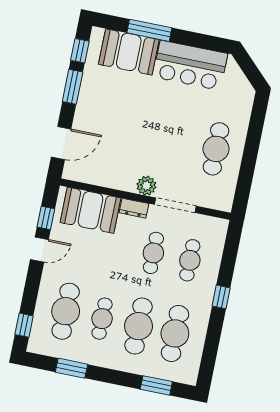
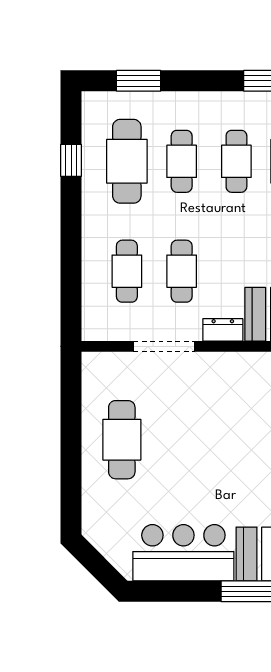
plant: (146, 186) -> (211, 366), removed
window: (221, 297) -> (71, 160), moved
cafe table: (139, 326) -> (182, 161), width x0.73, depth x0.74

